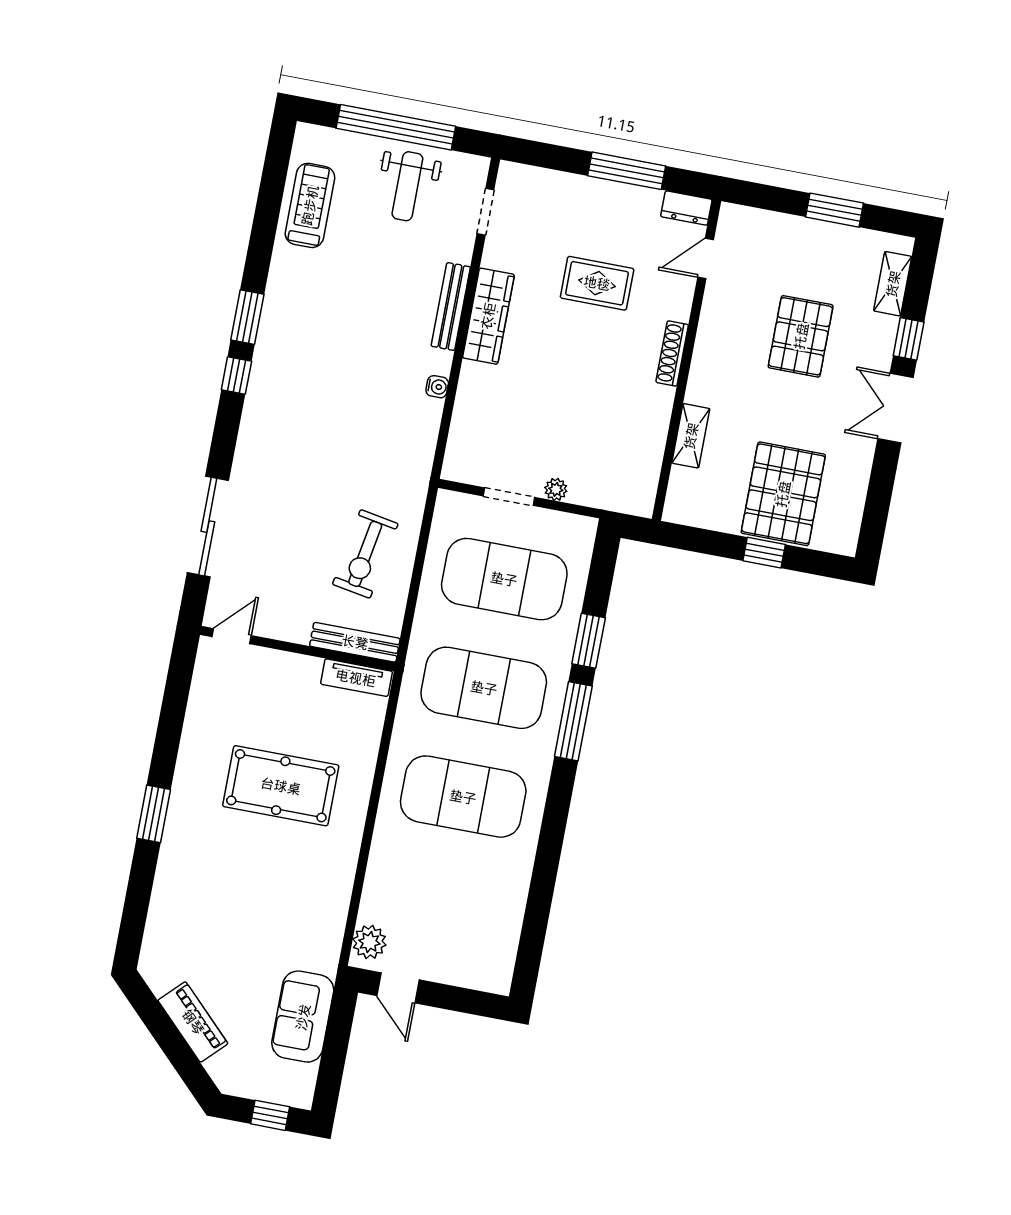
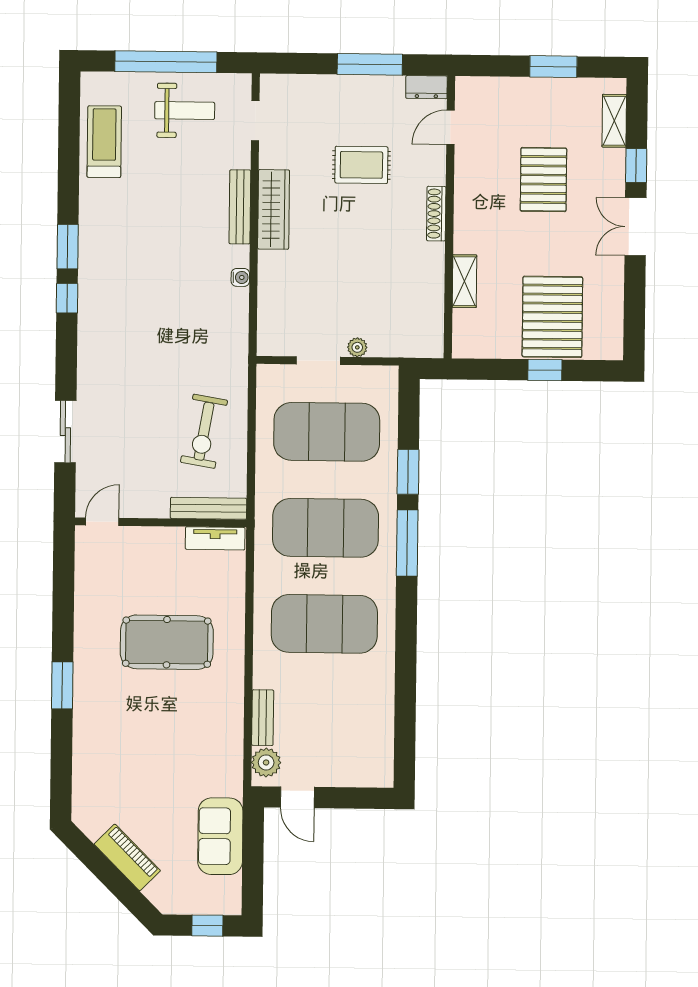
weight bench: (407, 186) -> (185, 111), turned -90
sliding door: (208, 527) -> (65, 432), width x0.73
bench: (374, 891) -> (263, 718), added

